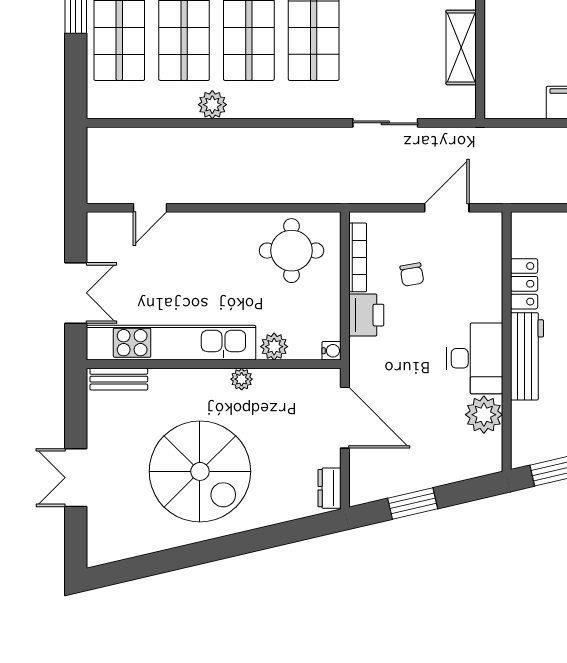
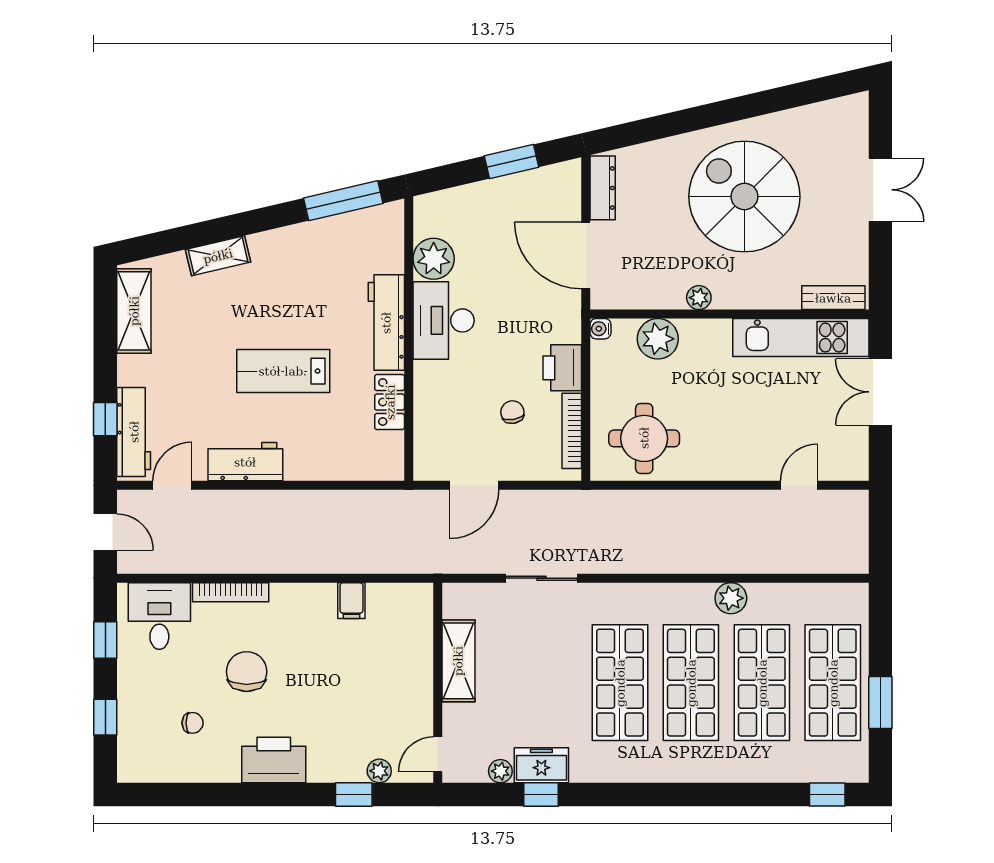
kitchen unit: (171, 343) -> (801, 338), width x0.73
plant: (274, 347) -> (658, 339), width x1.36, depth x1.36
dresser: (329, 488) -> (603, 188), width x1.44

